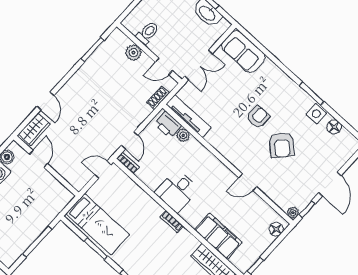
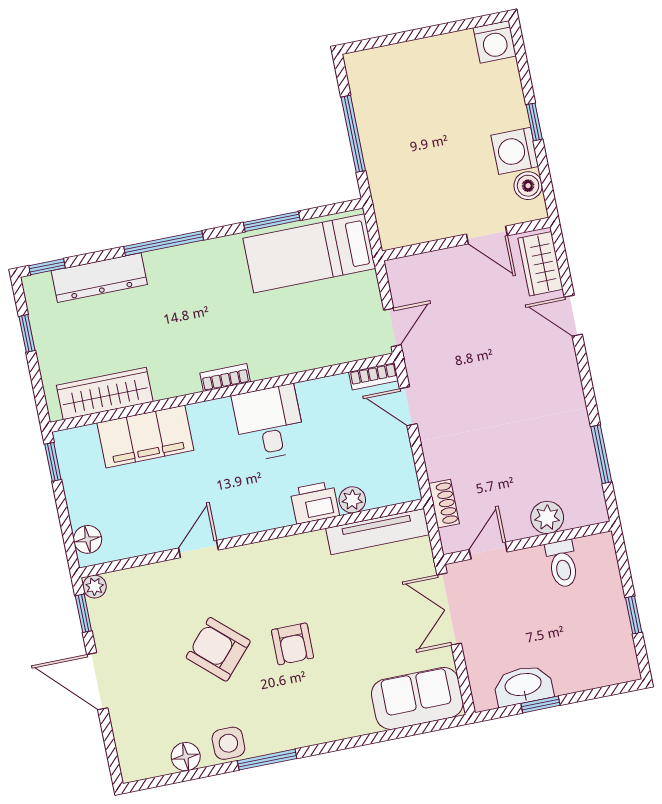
printer: (168, 125) -> (315, 503), moved

